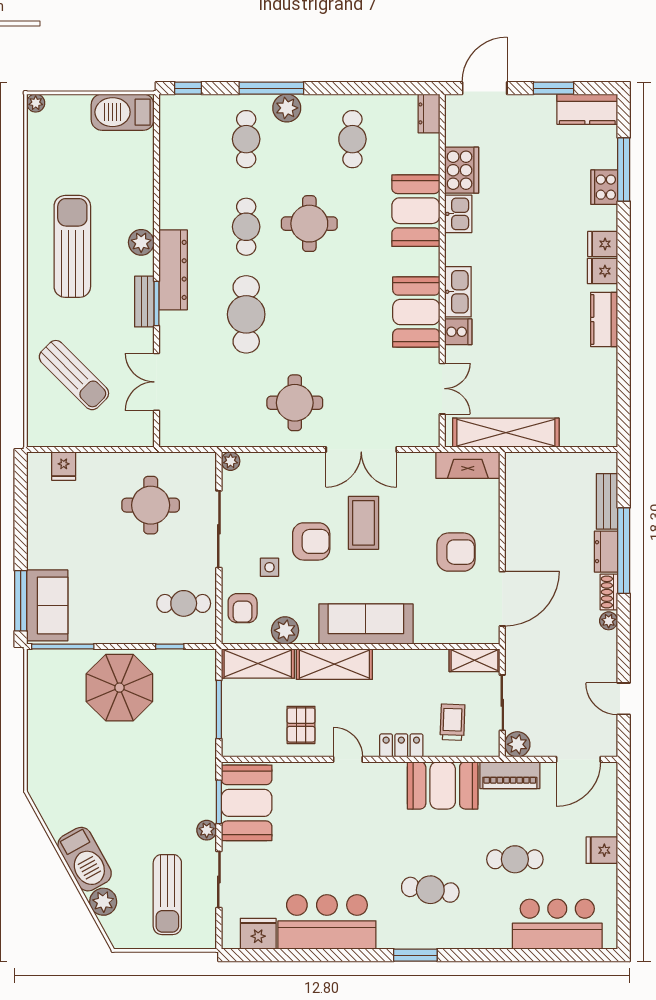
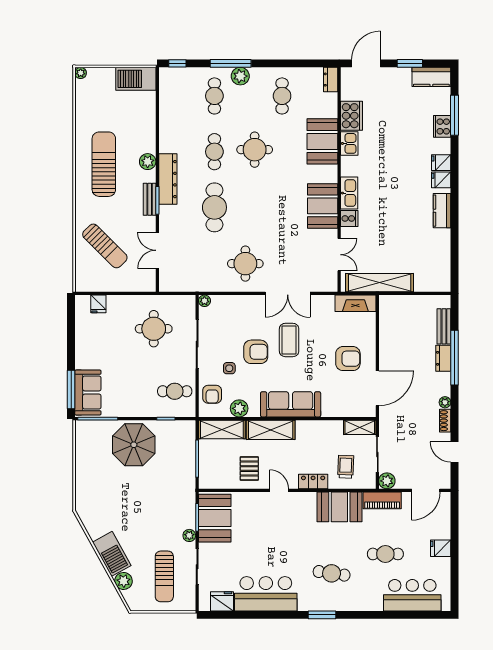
shoe rack: (609, 592) -> (445, 421), moved

